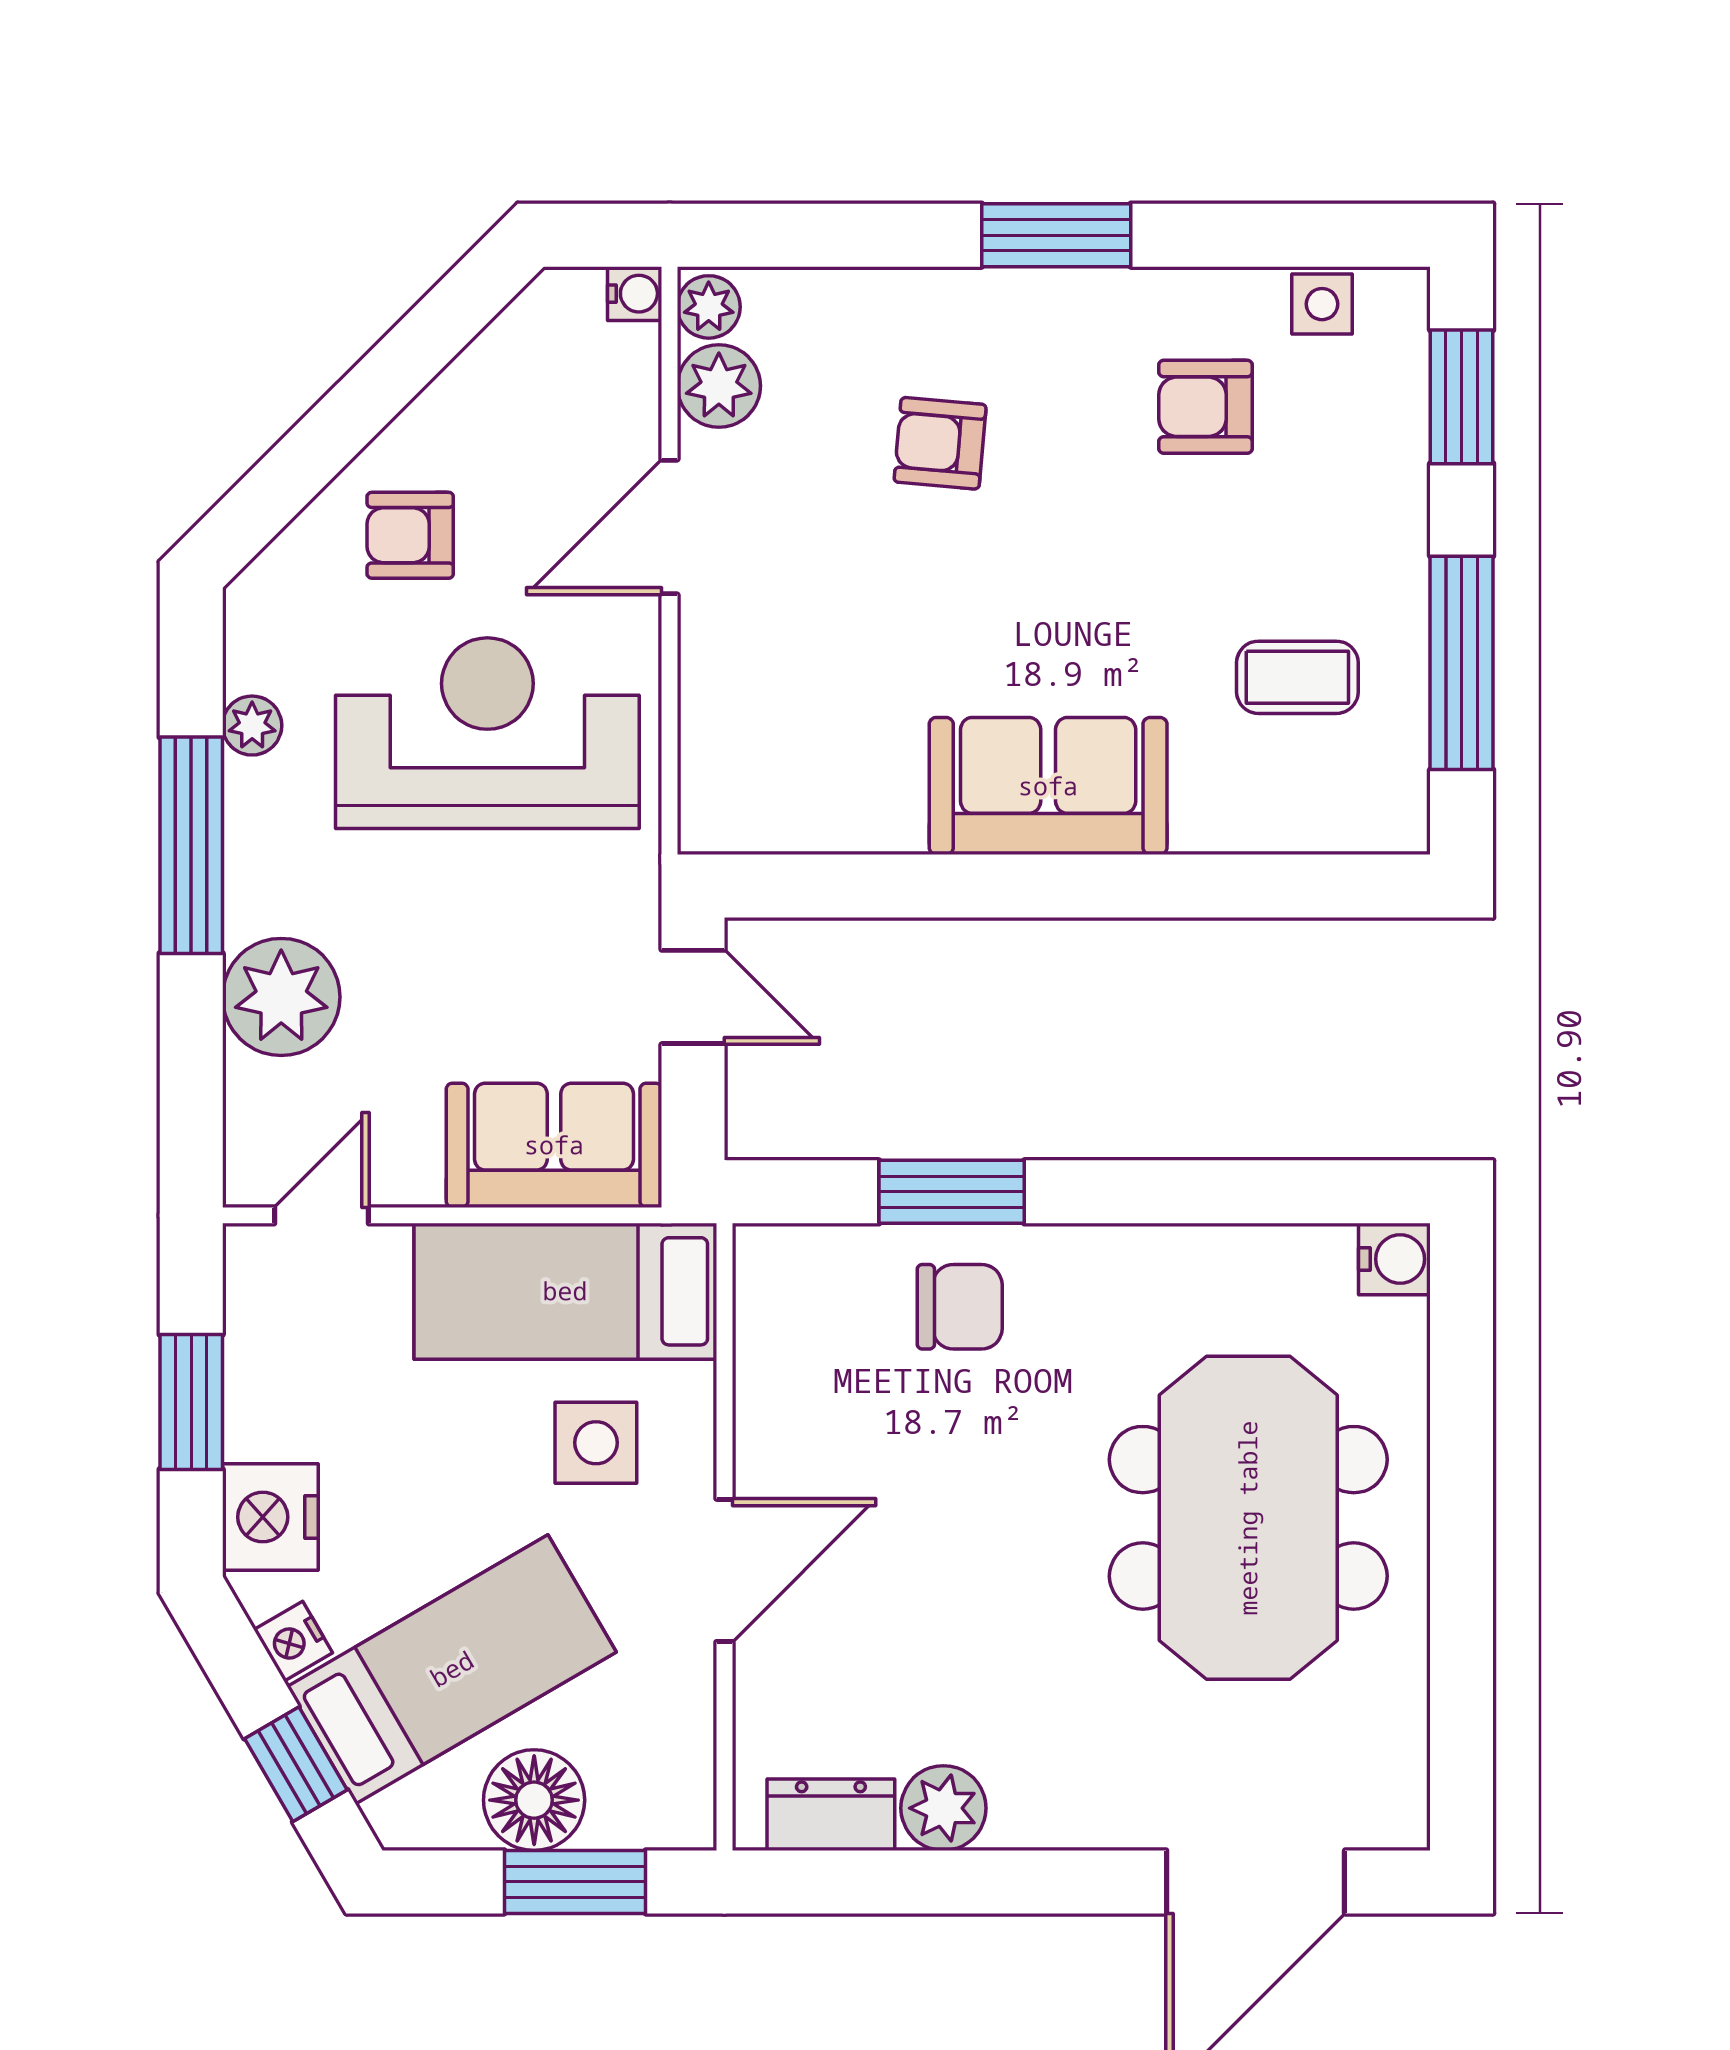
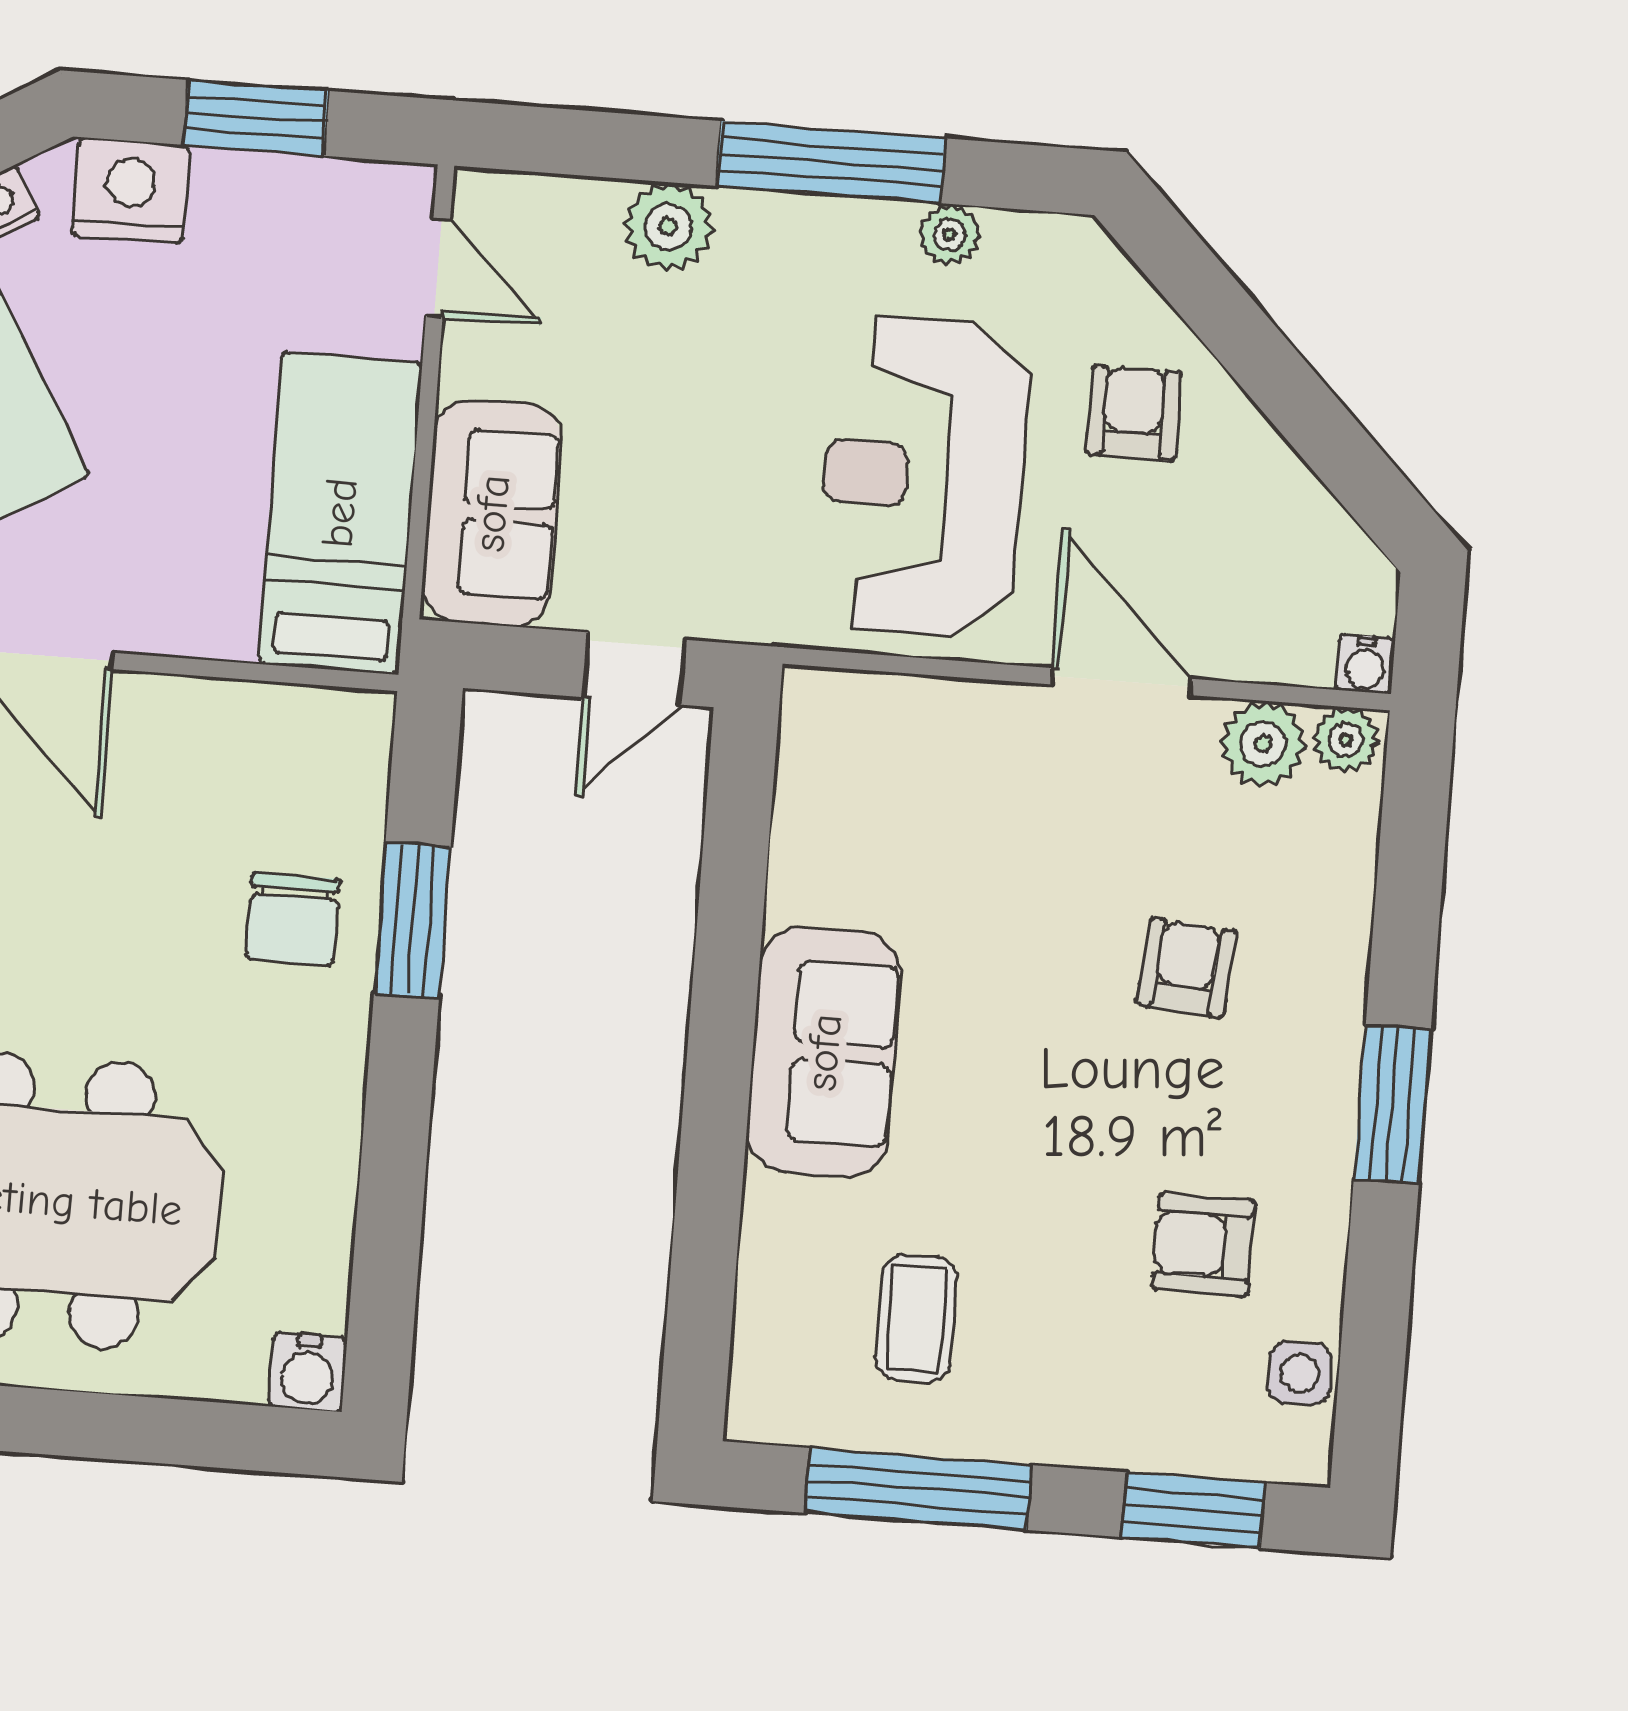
armchair: (1206, 407) -> (1203, 1245), turned -90
reception desk: (487, 733) -> (923, 477), turned 180
plant: (281, 997) -> (668, 227), width x0.73, depth x0.73
side table: (596, 1443) -> (181, 533), removed

